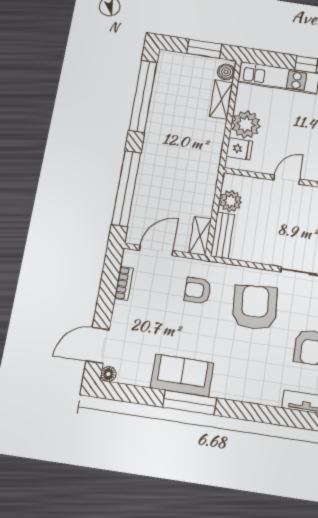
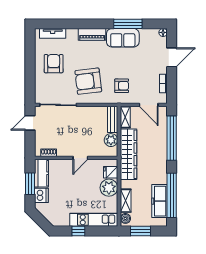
freezer: (165, 90) -> (159, 201), added
wardrobe: (204, 173) -> (128, 154), added
door: (156, 250) -> (149, 105), hinge flipped
armchair: (255, 307) -> (88, 81), turned 87
door: (98, 345) -> (172, 57), moved
piano: (236, 390) -> (92, 34), added
window: (190, 403) -> (128, 24), moved

